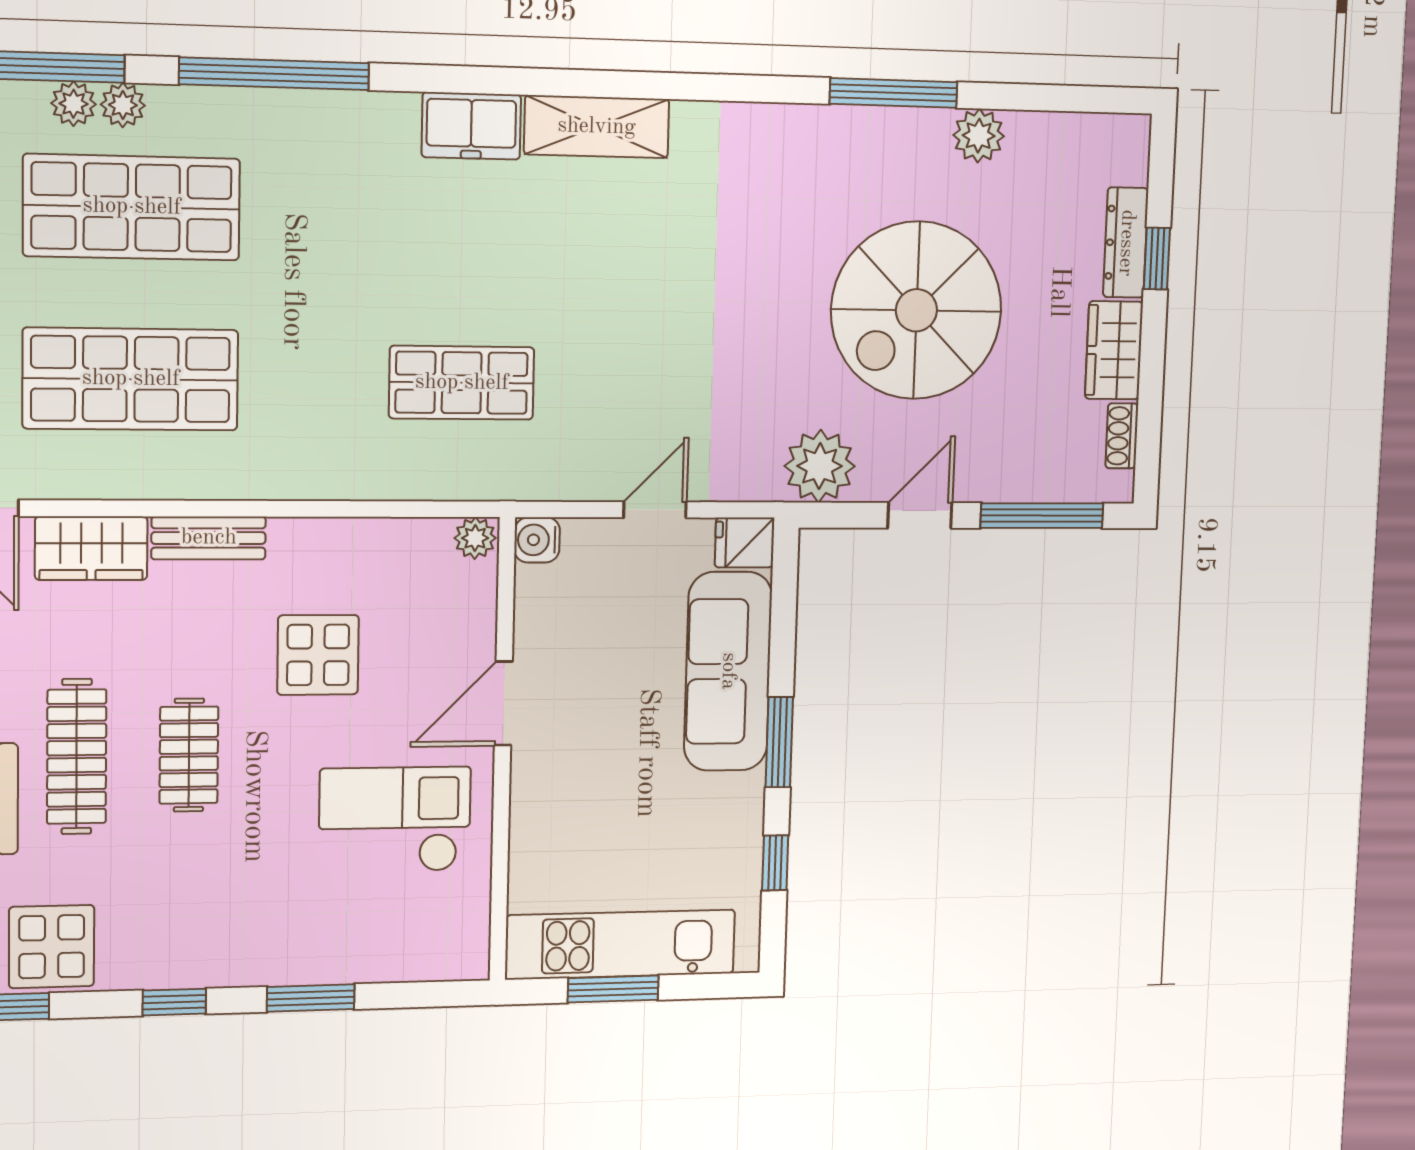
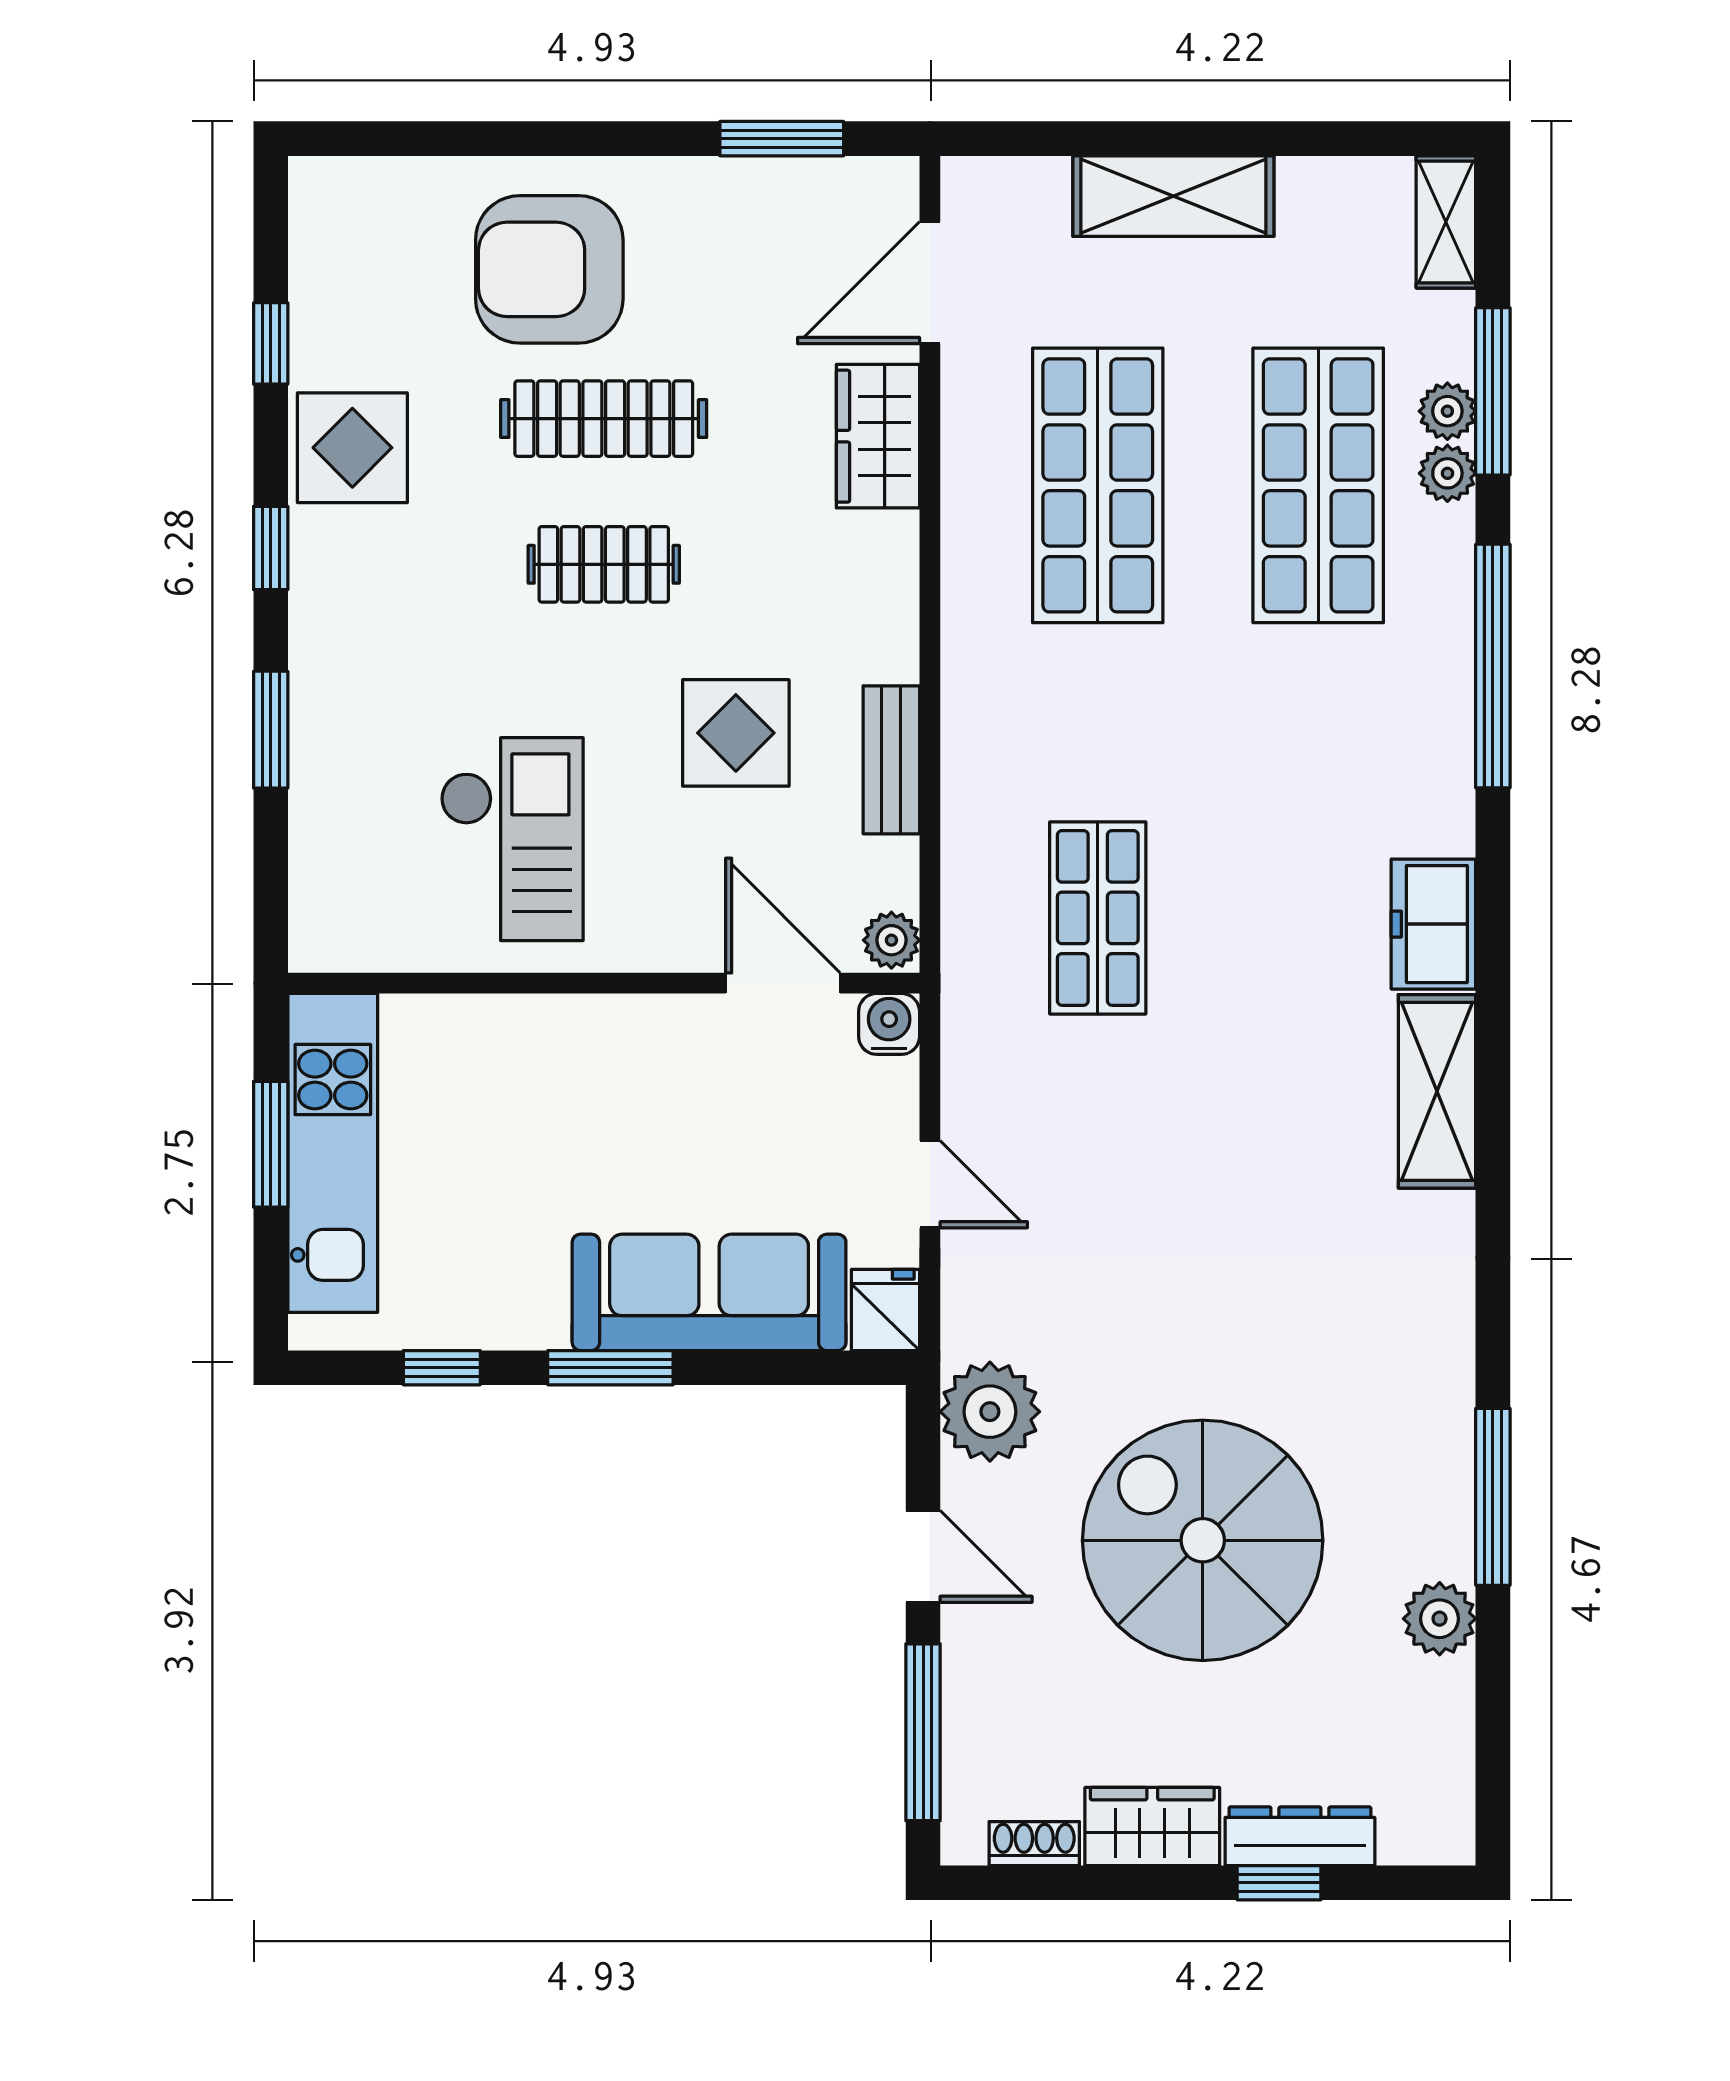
bench: (209, 538) -> (891, 760), moved
door: (503, 703) -> (783, 983), moved
display table: (52, 947) -> (352, 448), moved

